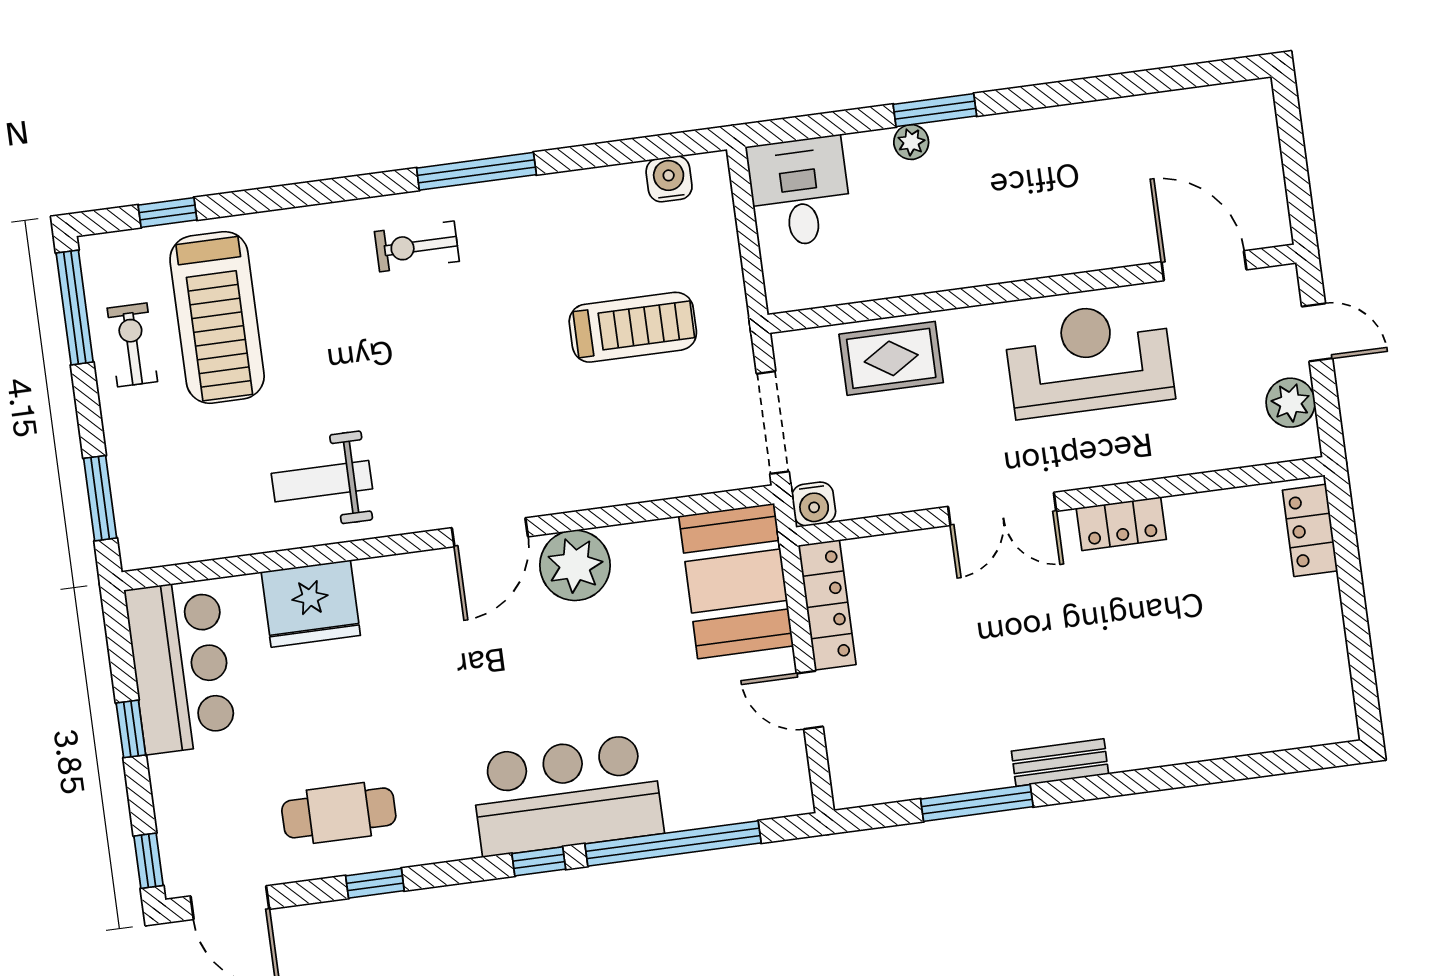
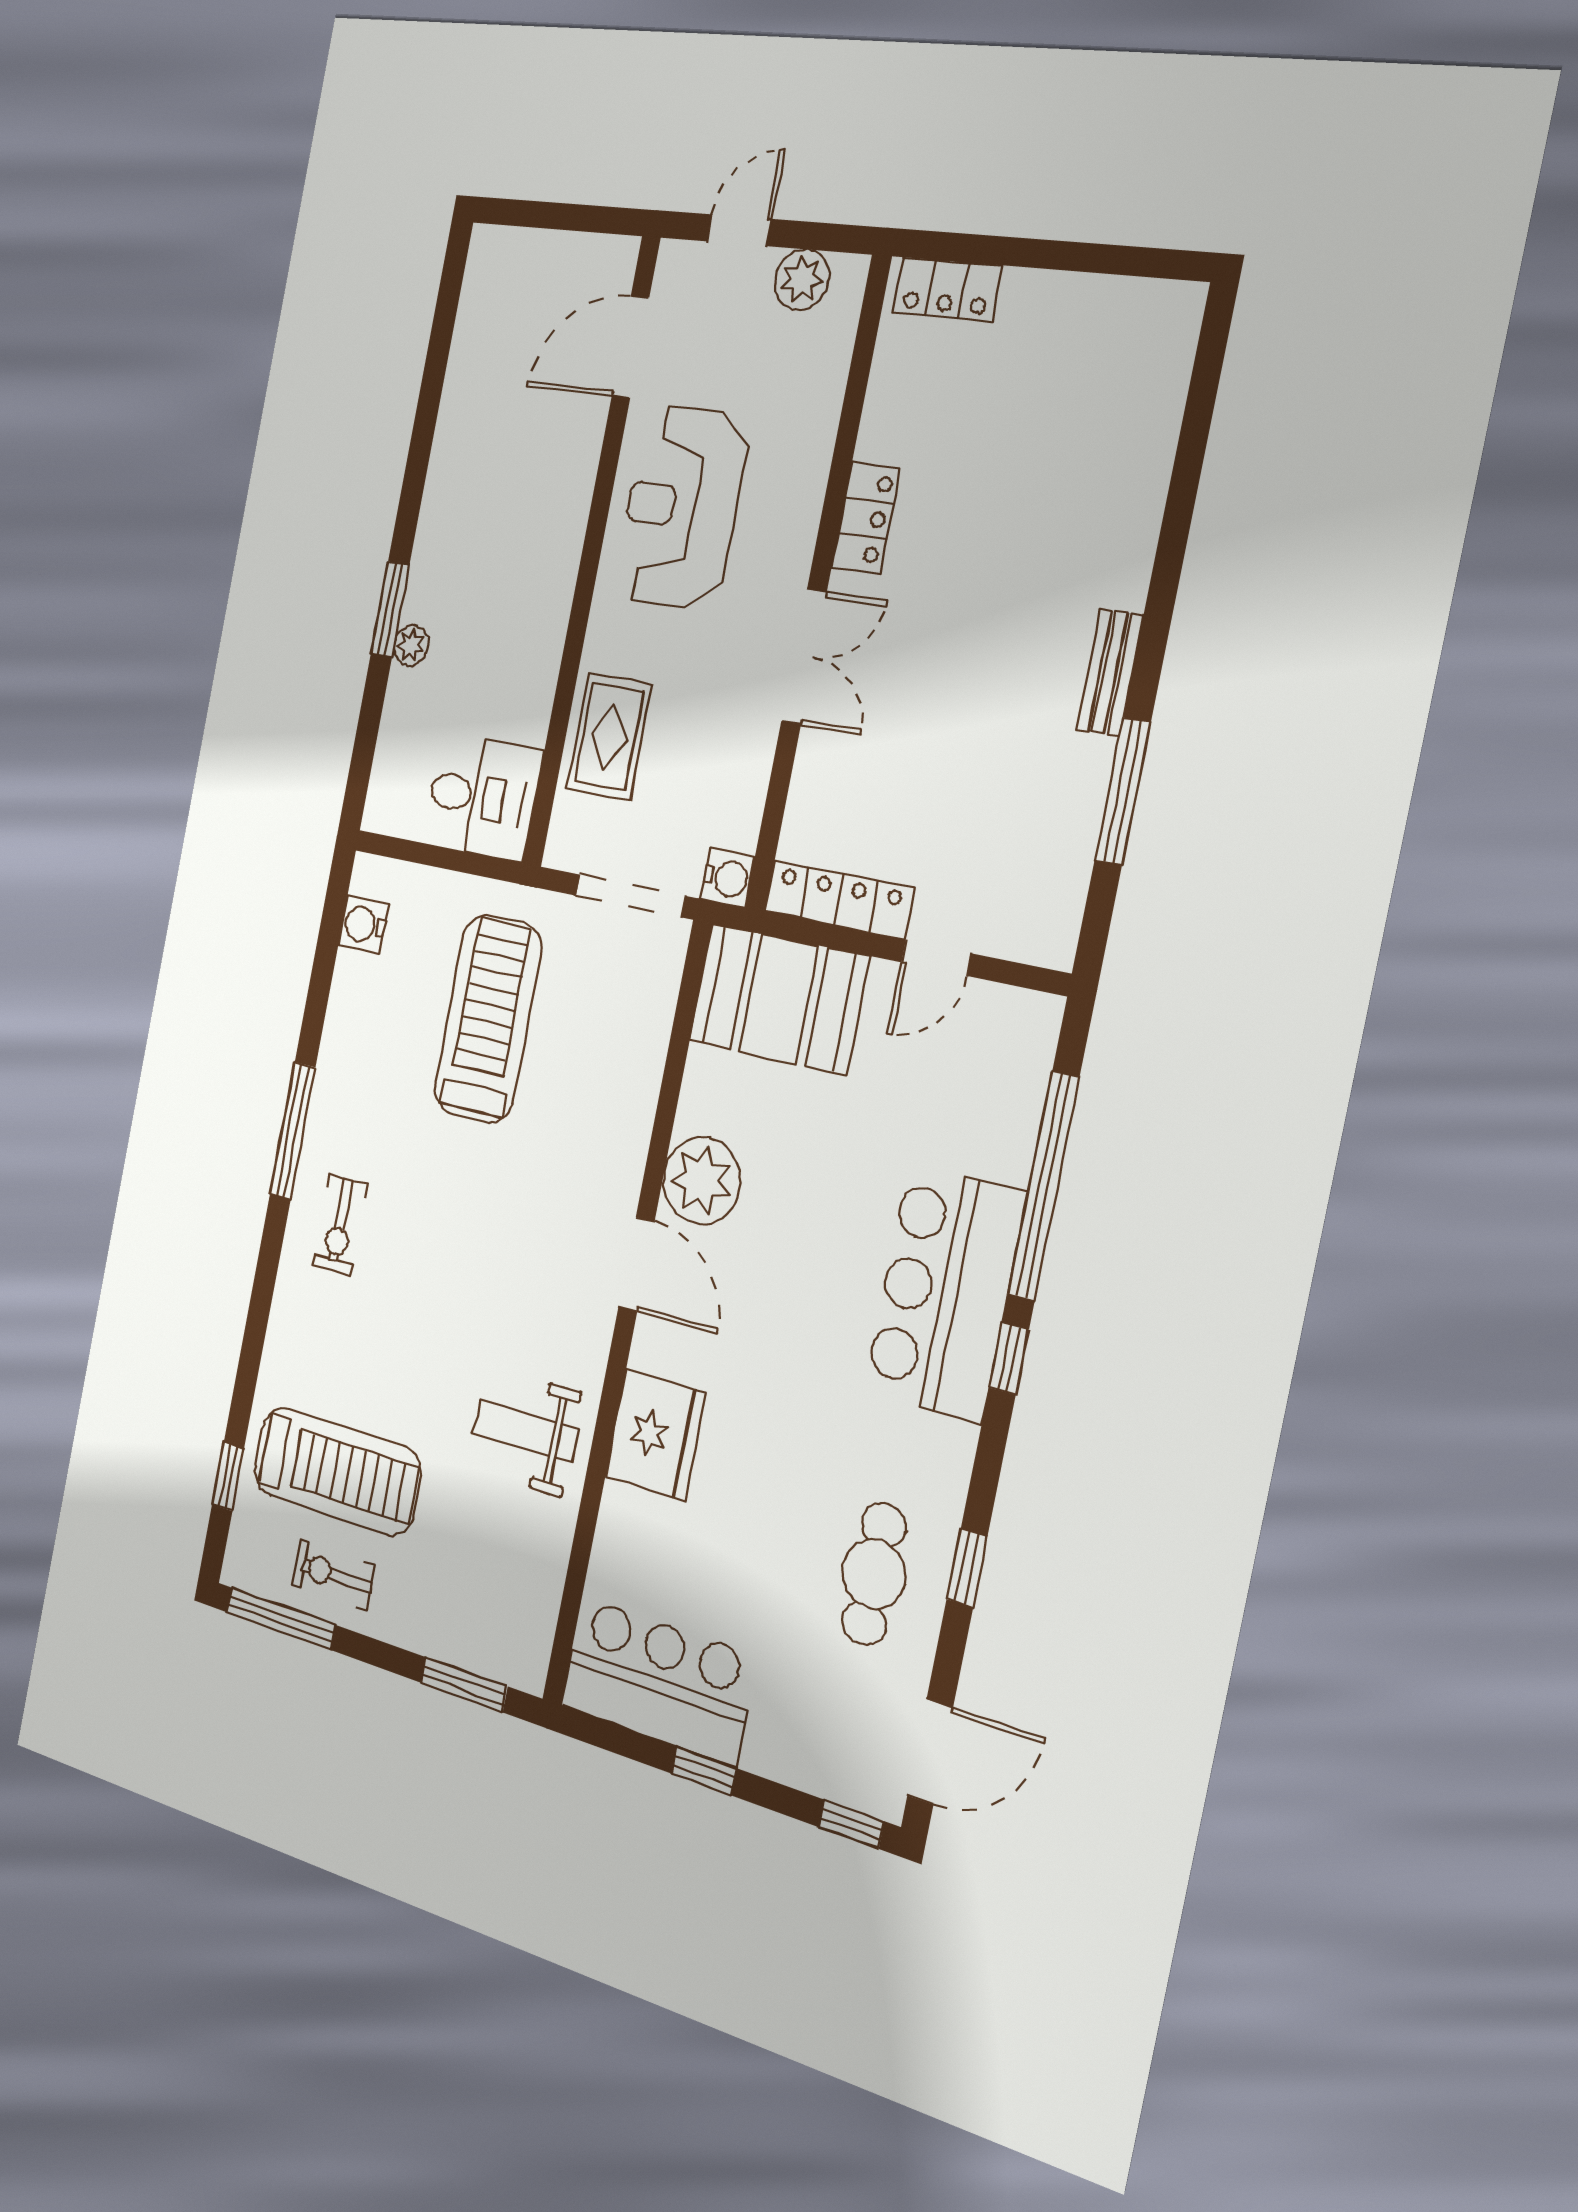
desk: (800, 192) -> (482, 797), moved, turned 180
treadmill: (633, 327) -> (488, 1019), width x1.37, depth x1.38
weight bench: (322, 481) -> (526, 1431), turned 90
fridge: (311, 604) -> (655, 1435), moved

